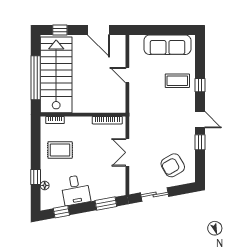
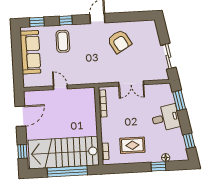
door: (127, 75) -> (60, 87), swing flipped
window: (200, 142) -> (37, 22), moved
rug: (60, 150) -> (132, 145), turned 90
armchair: (173, 165) -> (120, 41), moved
desk: (76, 190) -> (166, 118), moved

